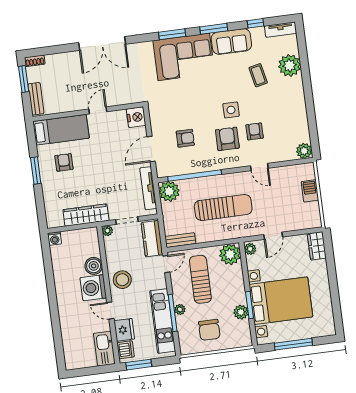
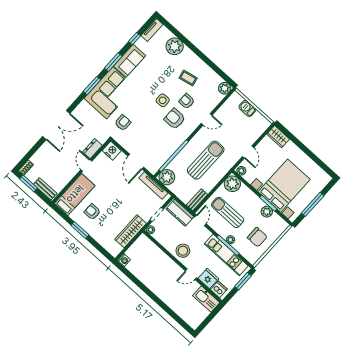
coffee table: (258, 75) -> (188, 78), moved
dresser: (118, 99) -> (92, 149), added
armchair: (185, 138) -> (123, 123), moved
boiler: (94, 266) -> (160, 257), removed
washing machine: (93, 288) -> (170, 269), removed
window: (139, 365) -> (243, 281), moved

